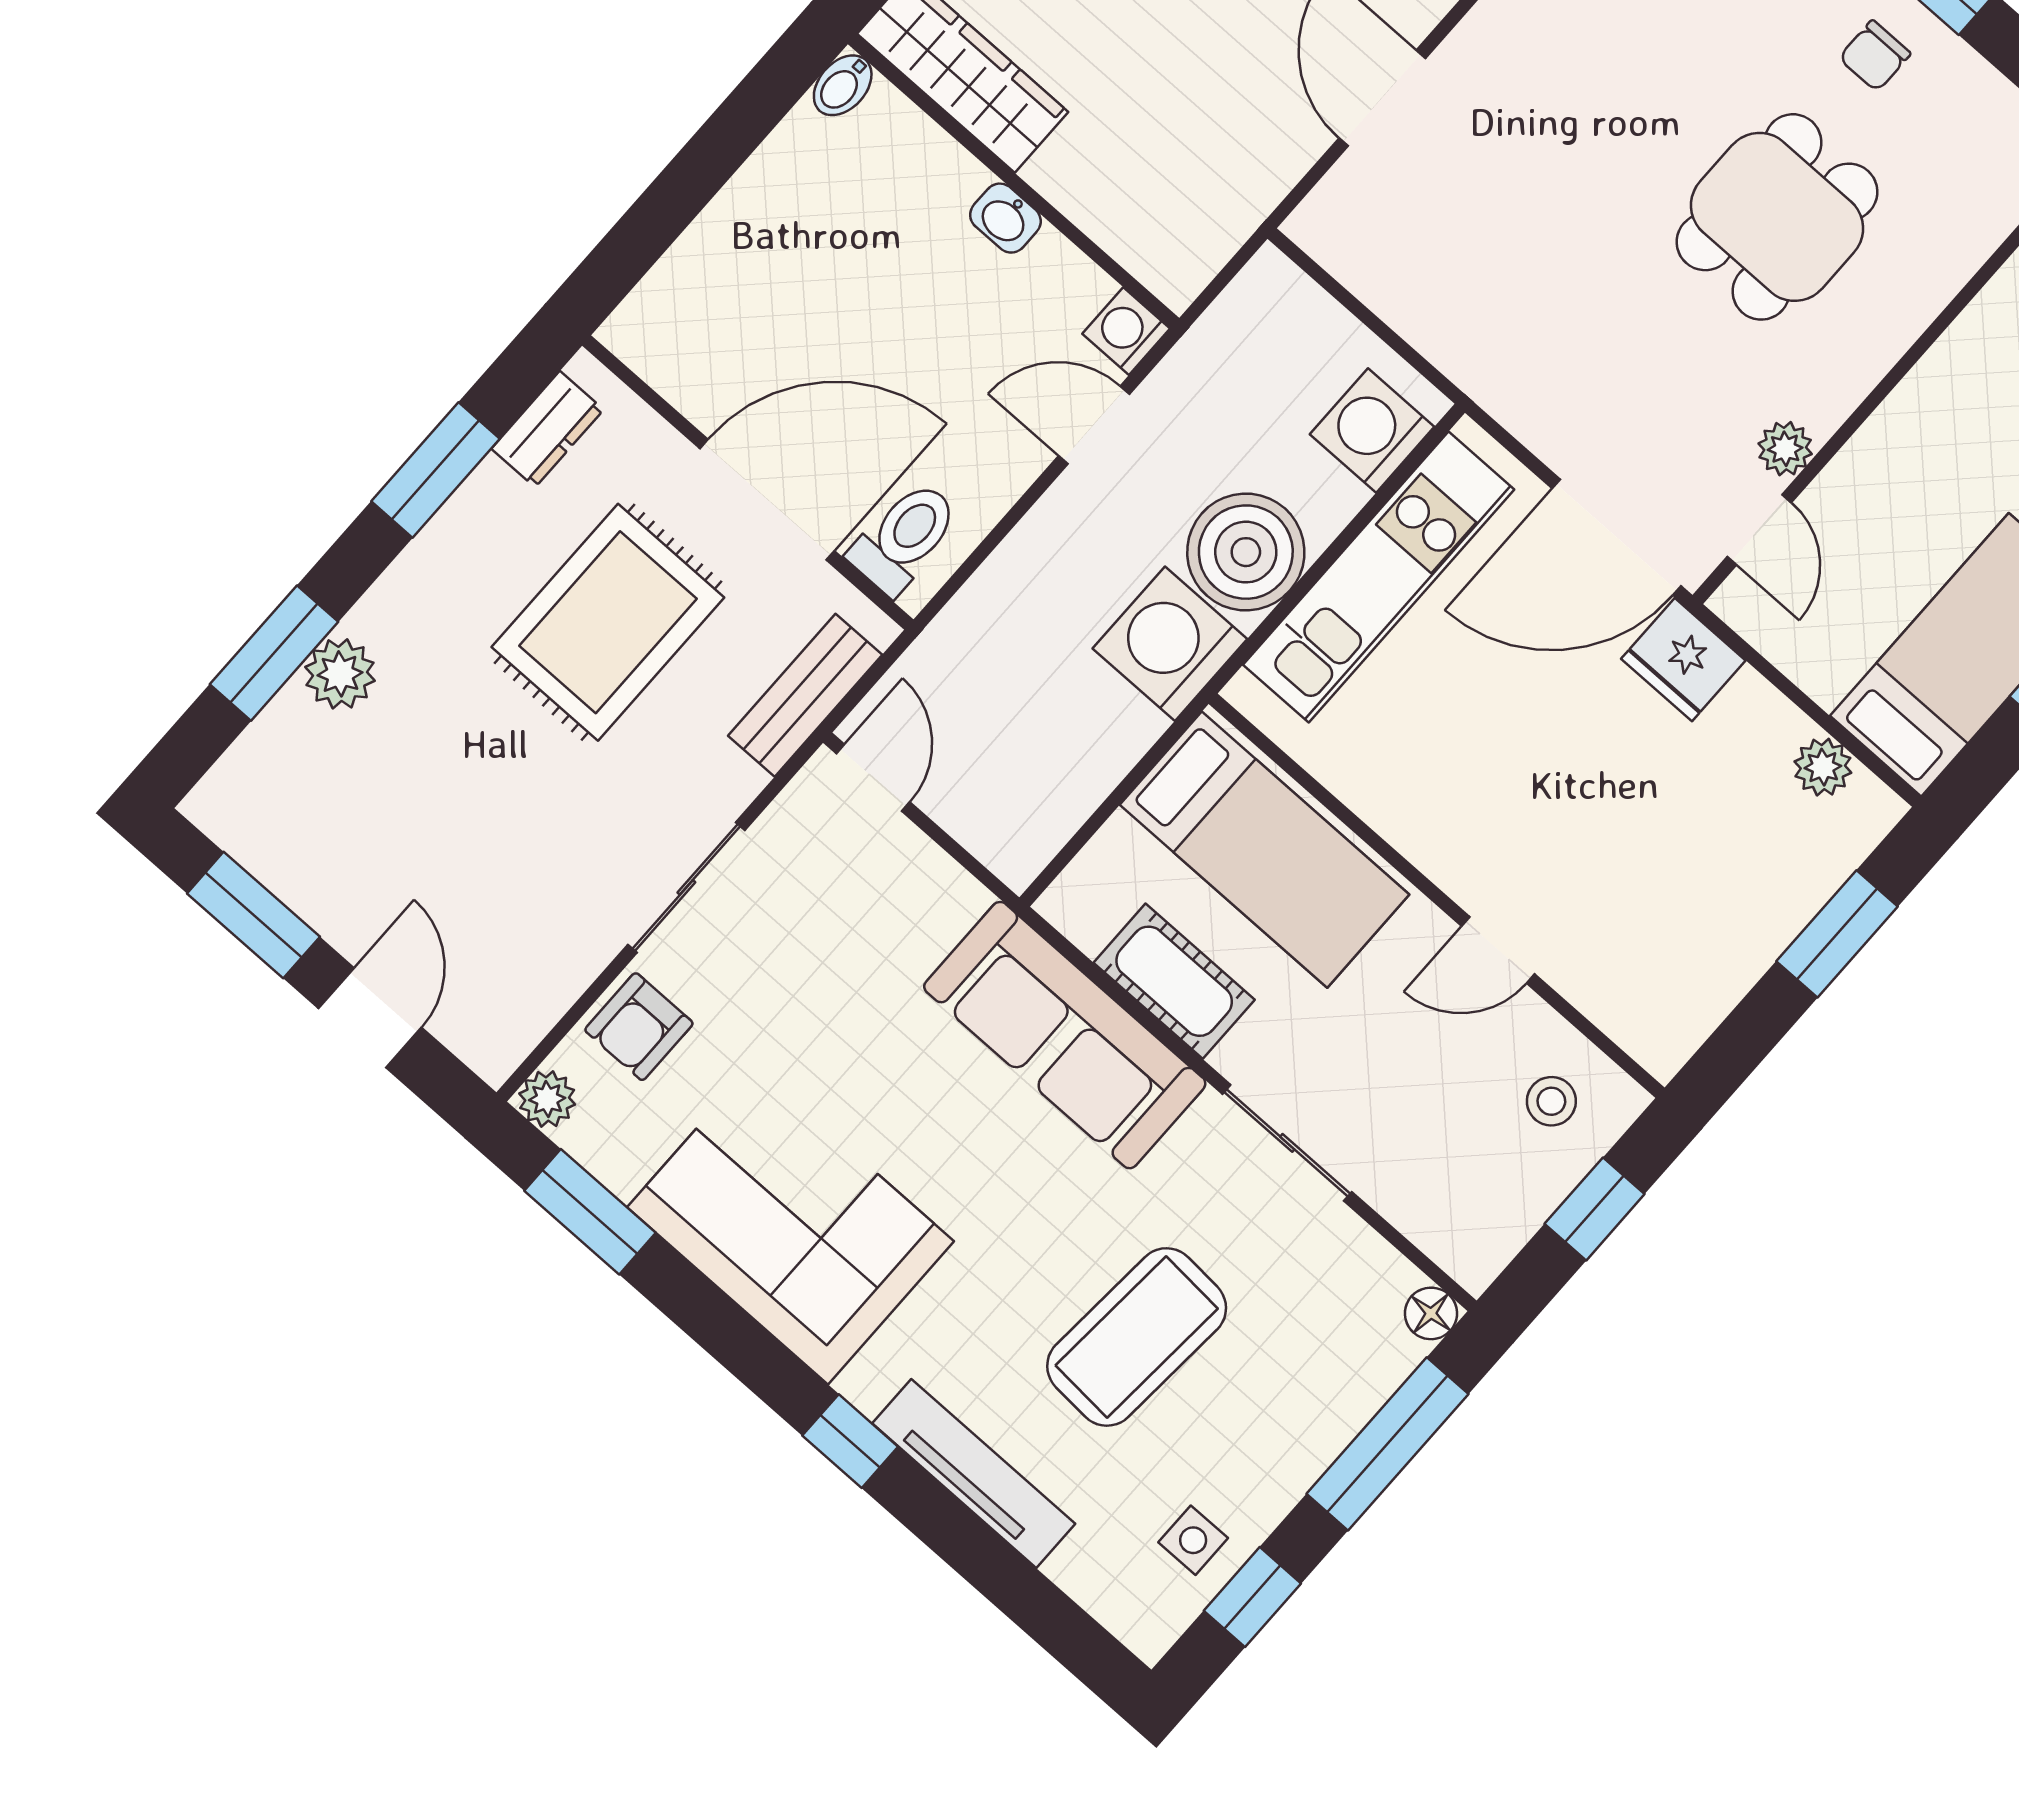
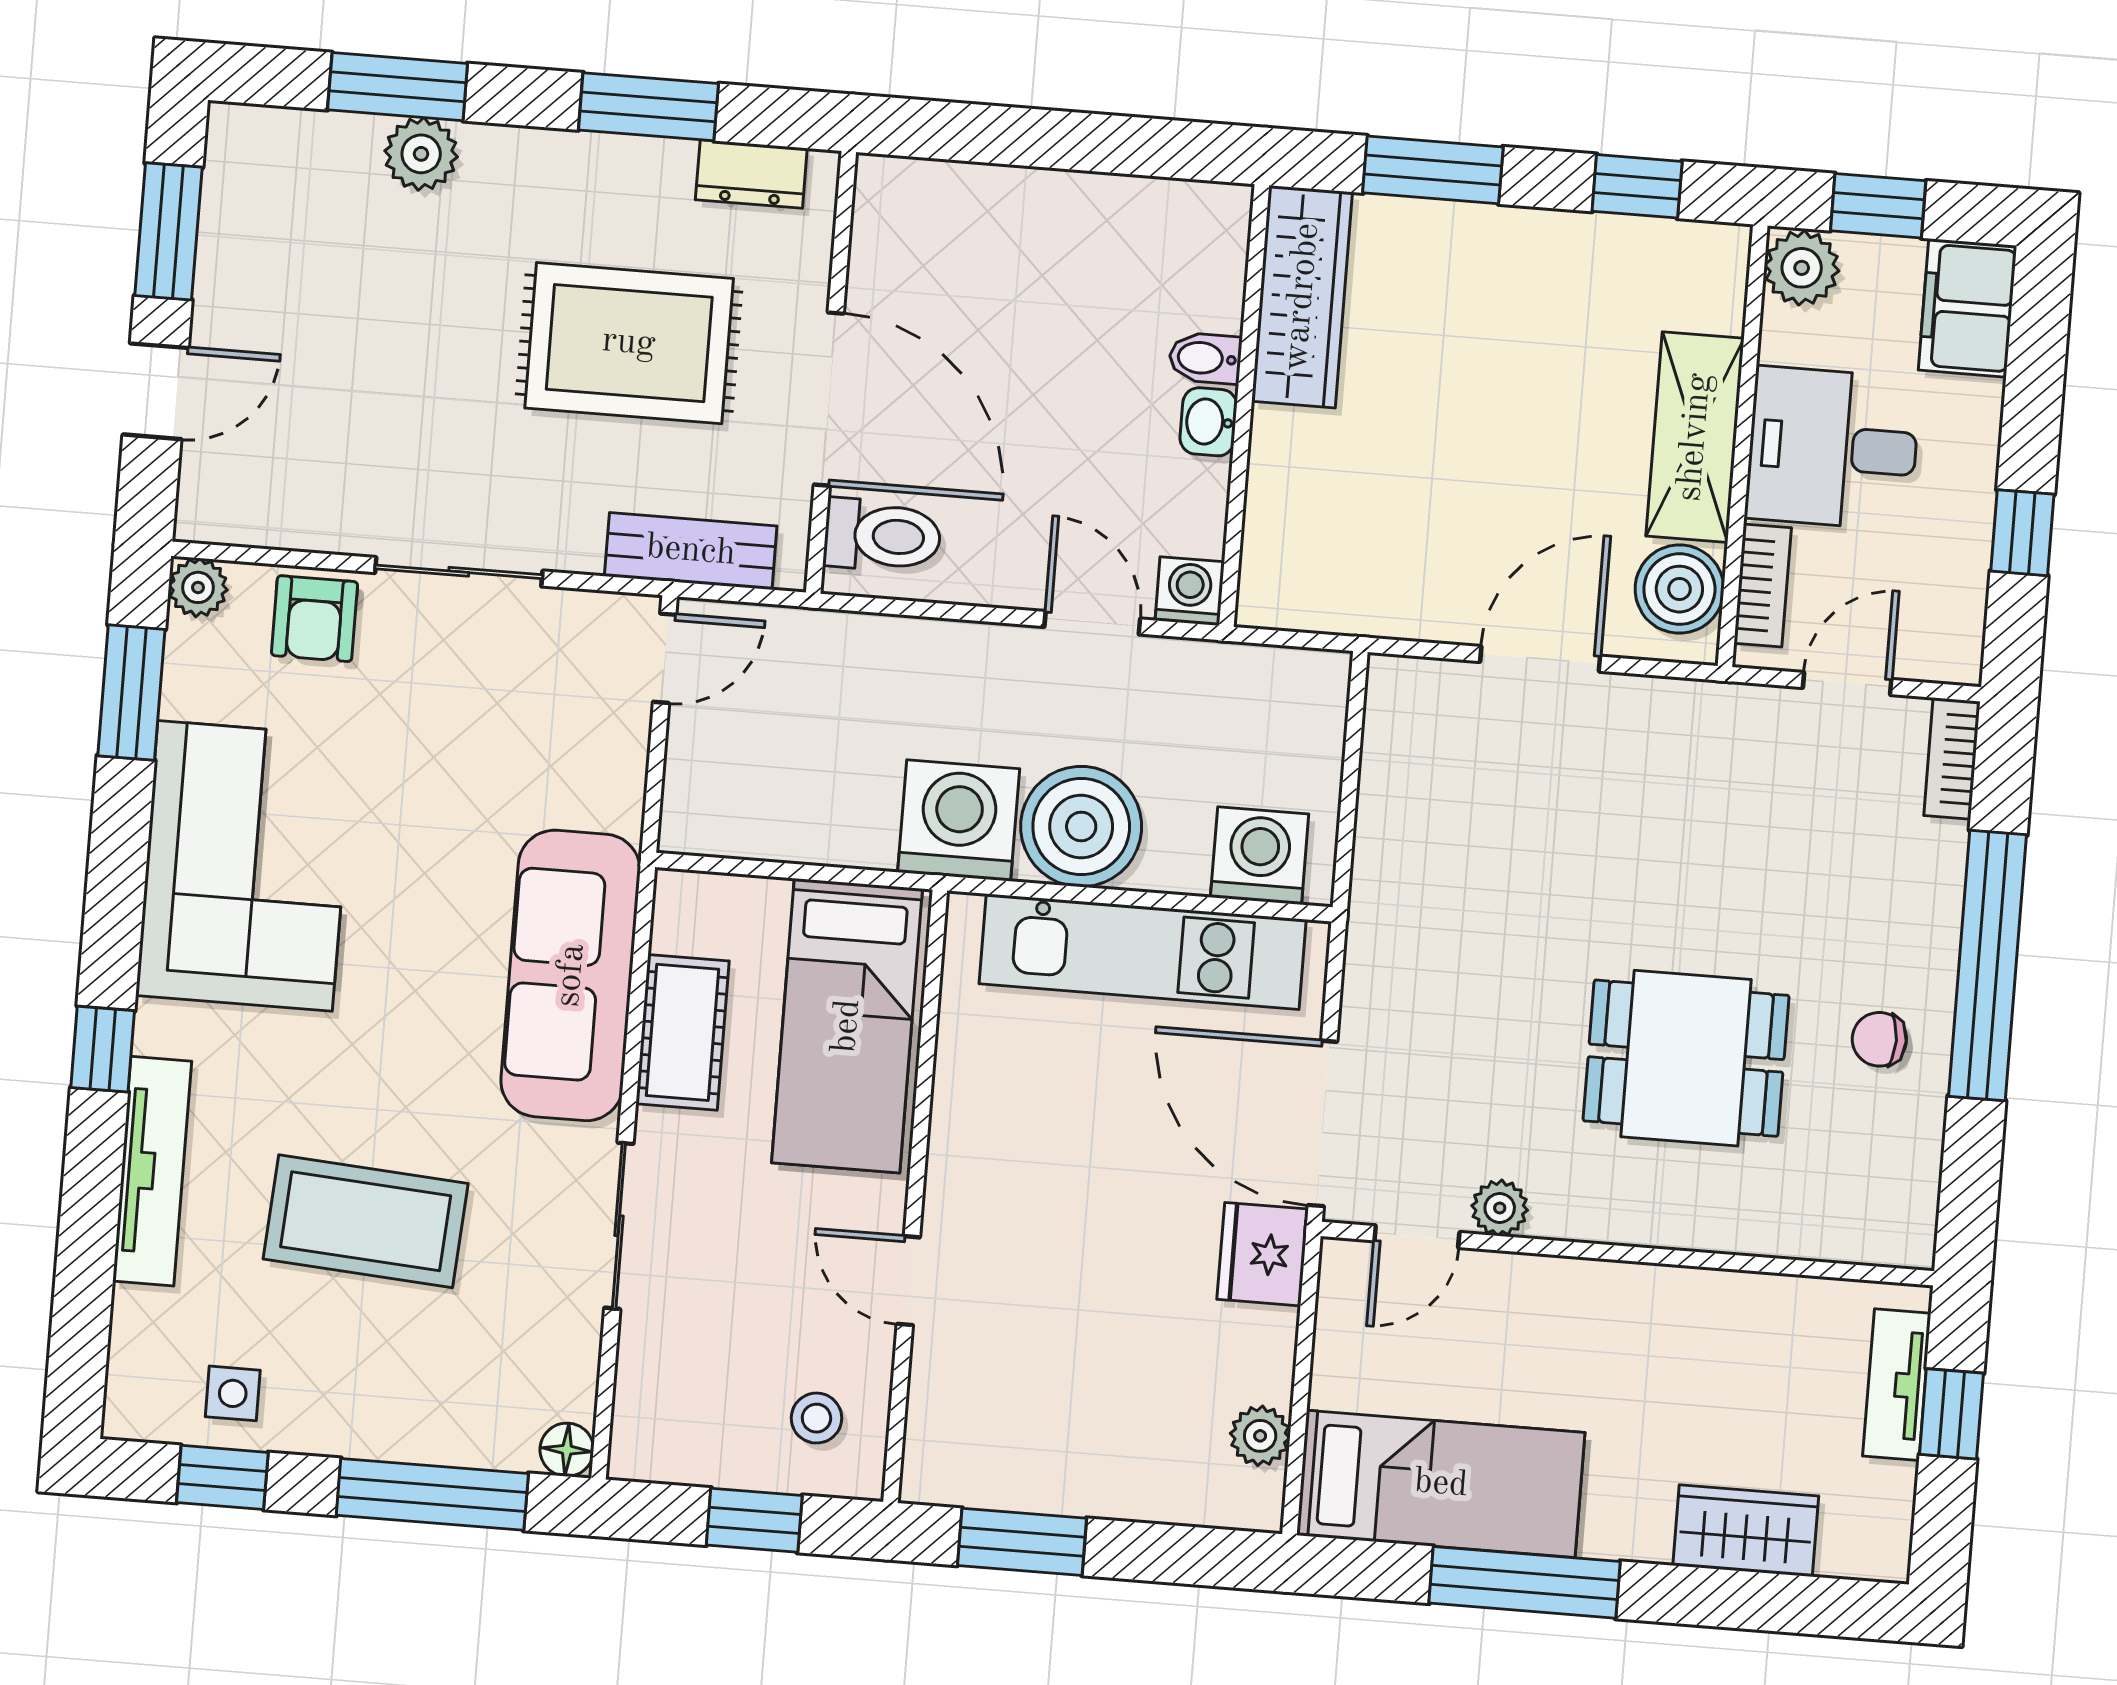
bidet: (843, 85) -> (1205, 358), moved
window: (1837, 934) -> (1022, 1542), moved
armchair: (639, 1027) -> (314, 619), turned -90

